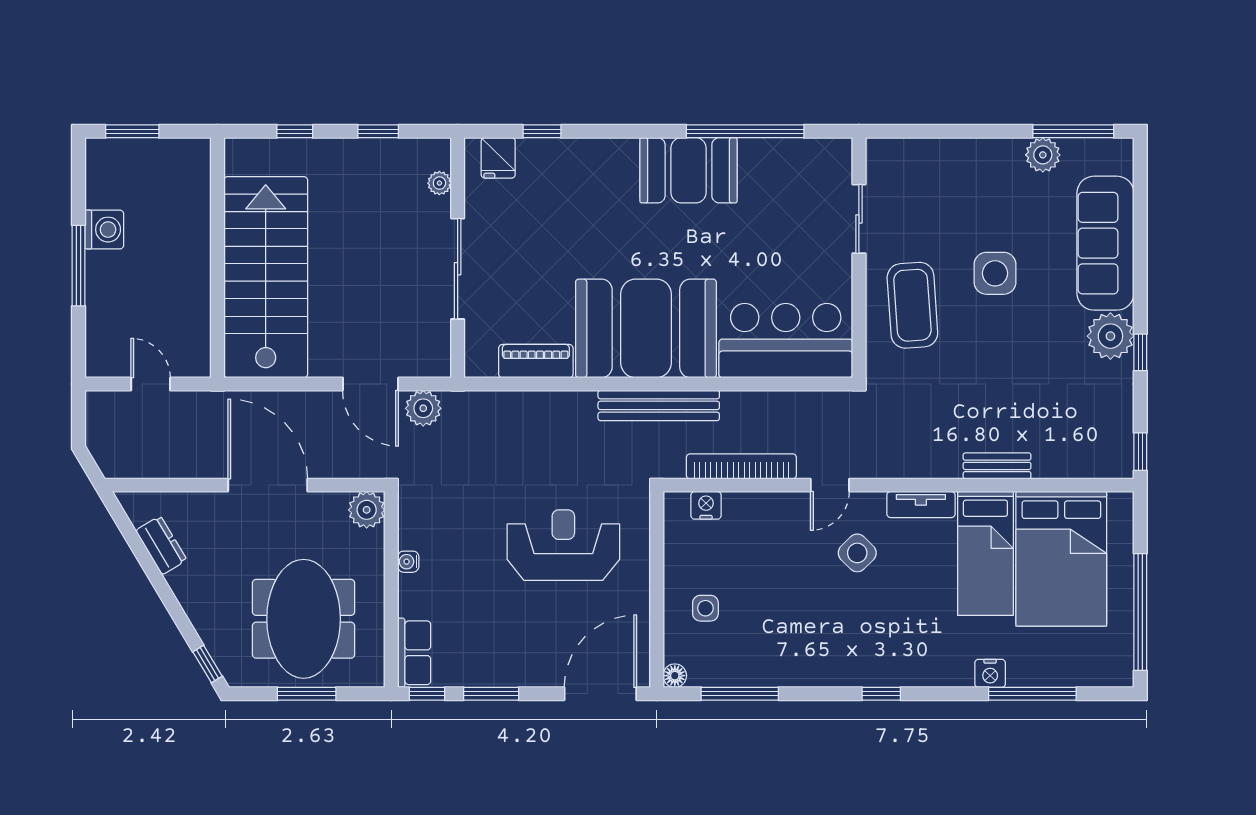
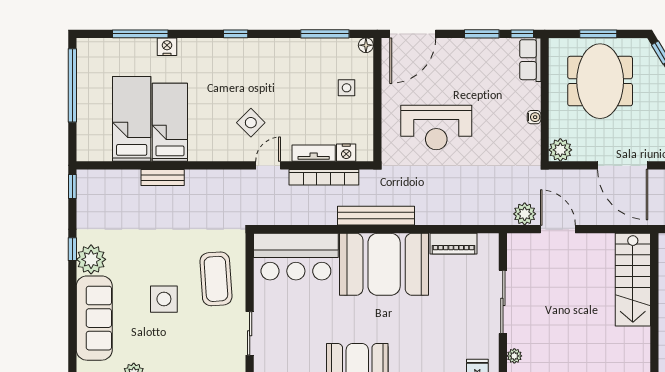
stairs: (266, 277) -> (633, 280), width x0.73, depth x0.66
tv unit: (921, 505) -> (314, 153), moved
bed: (1061, 559) -> (132, 119), width x0.67

